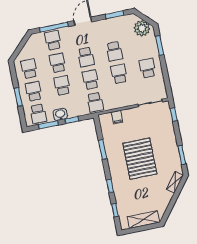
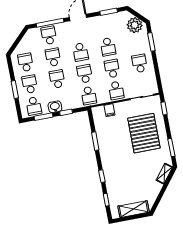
school desk: (124, 96) -> (116, 90), added
pallet: (140, 159) -> (144, 133), moved

